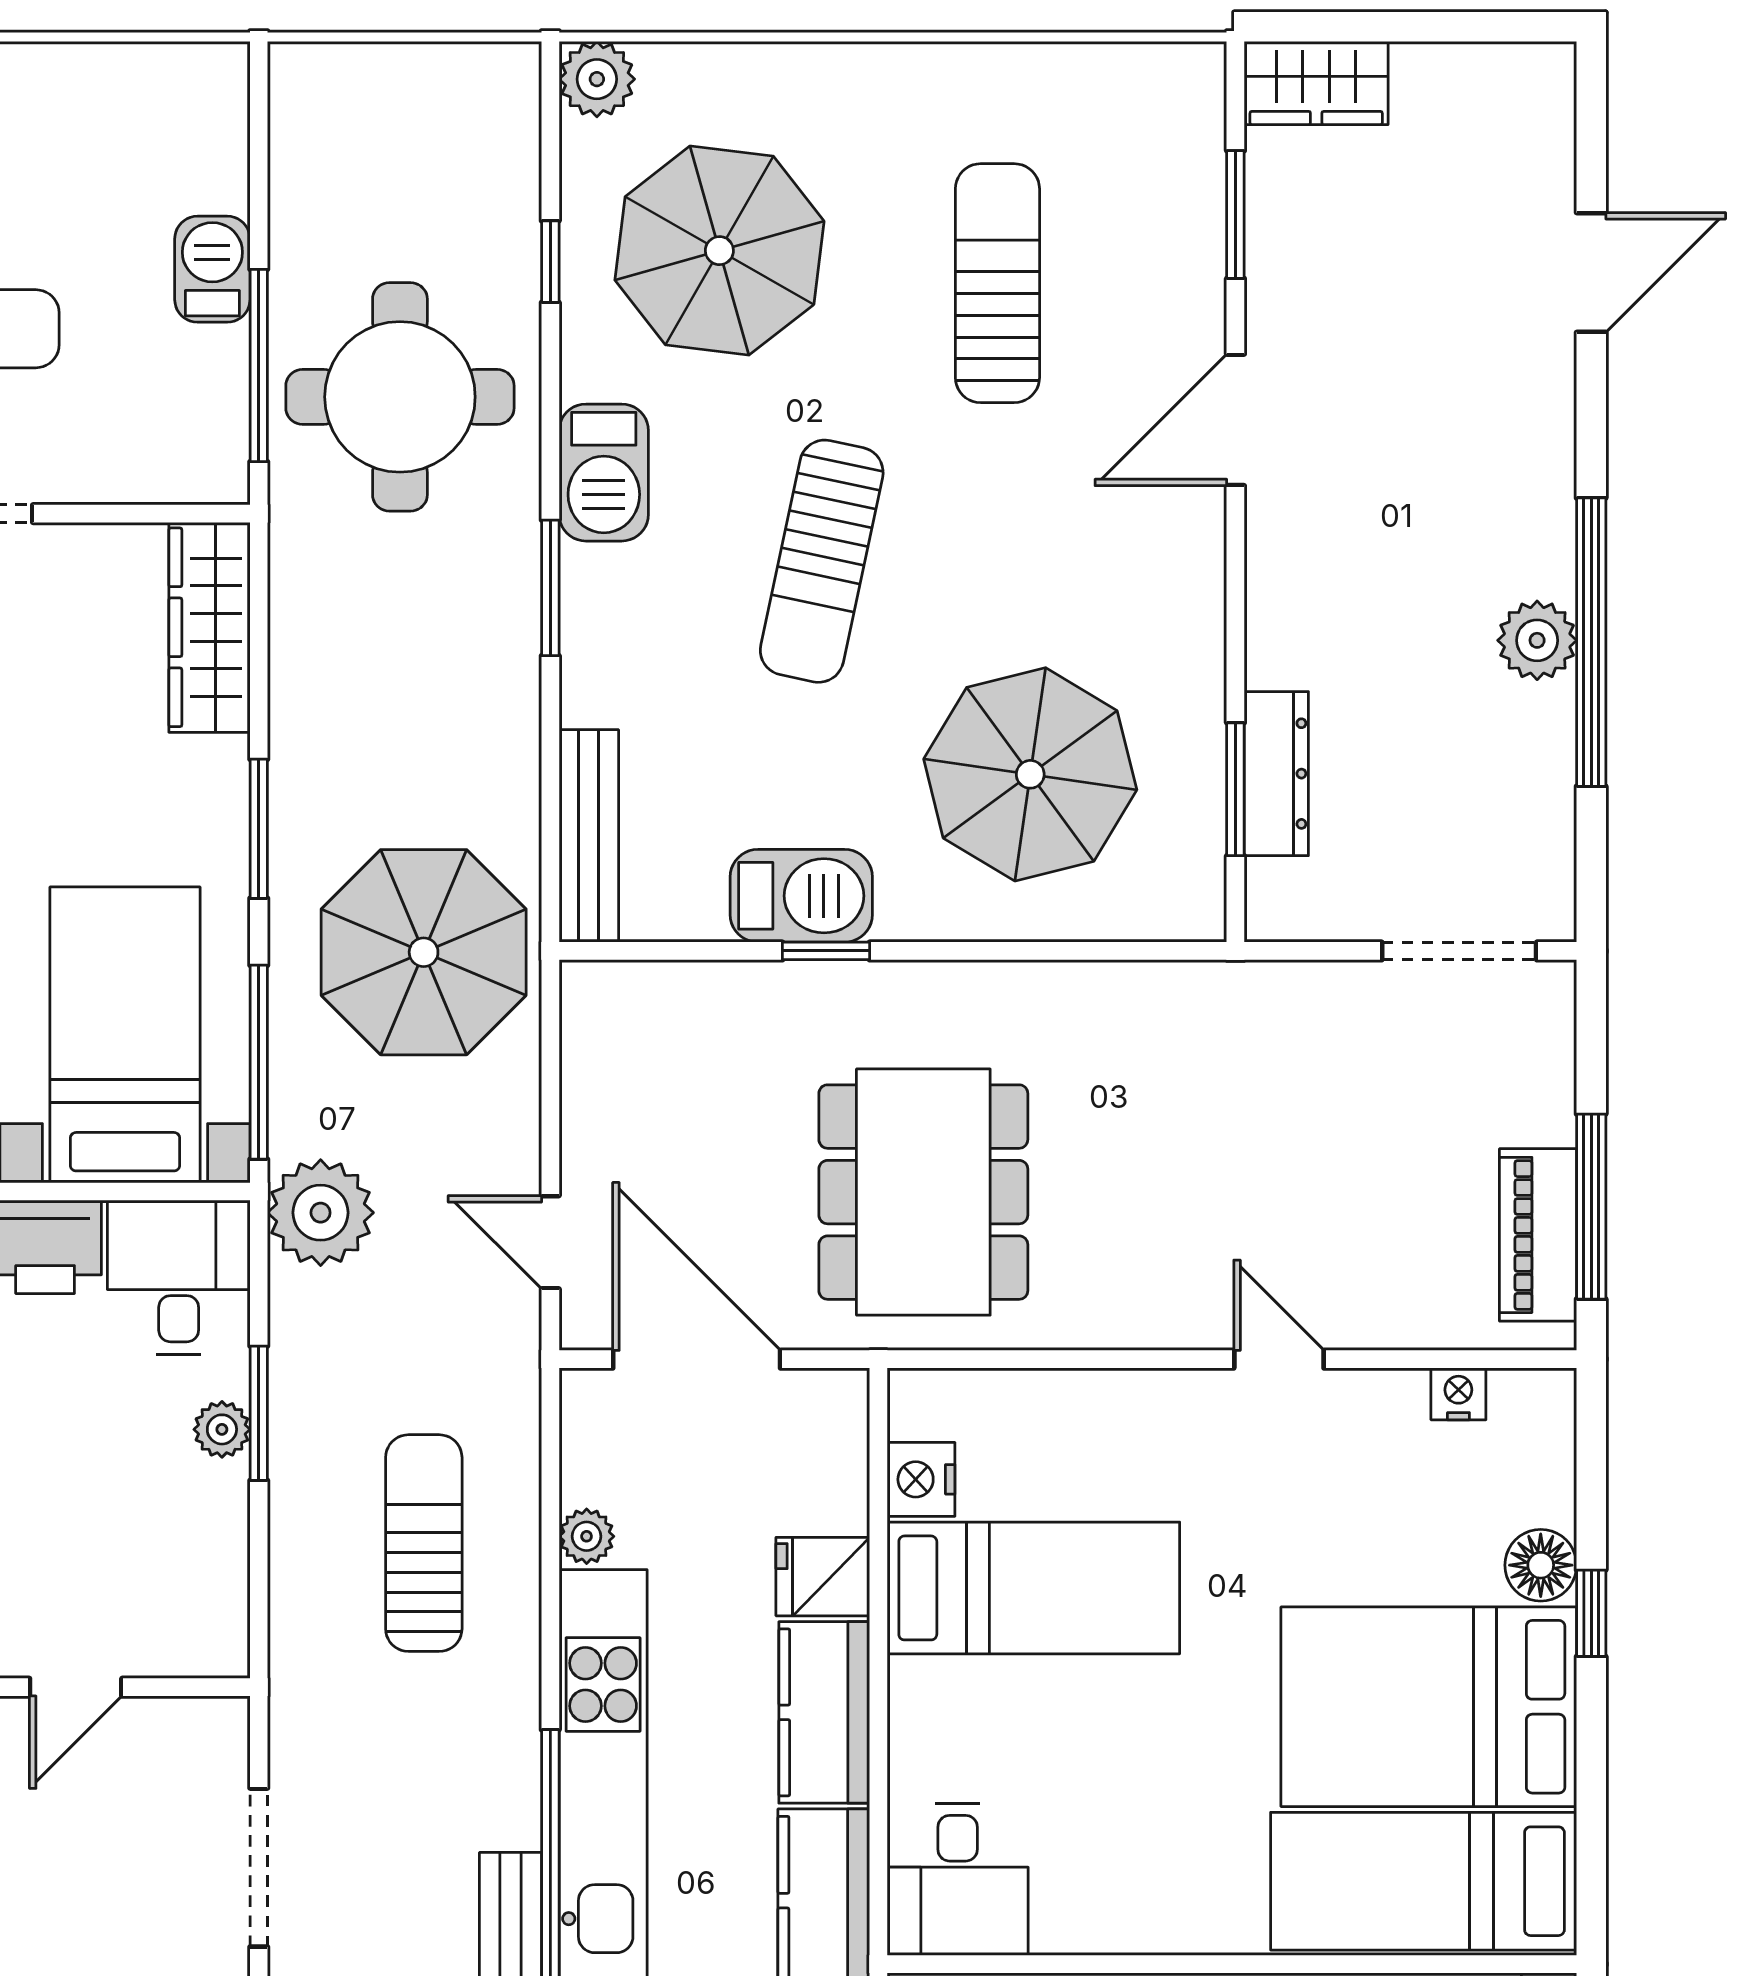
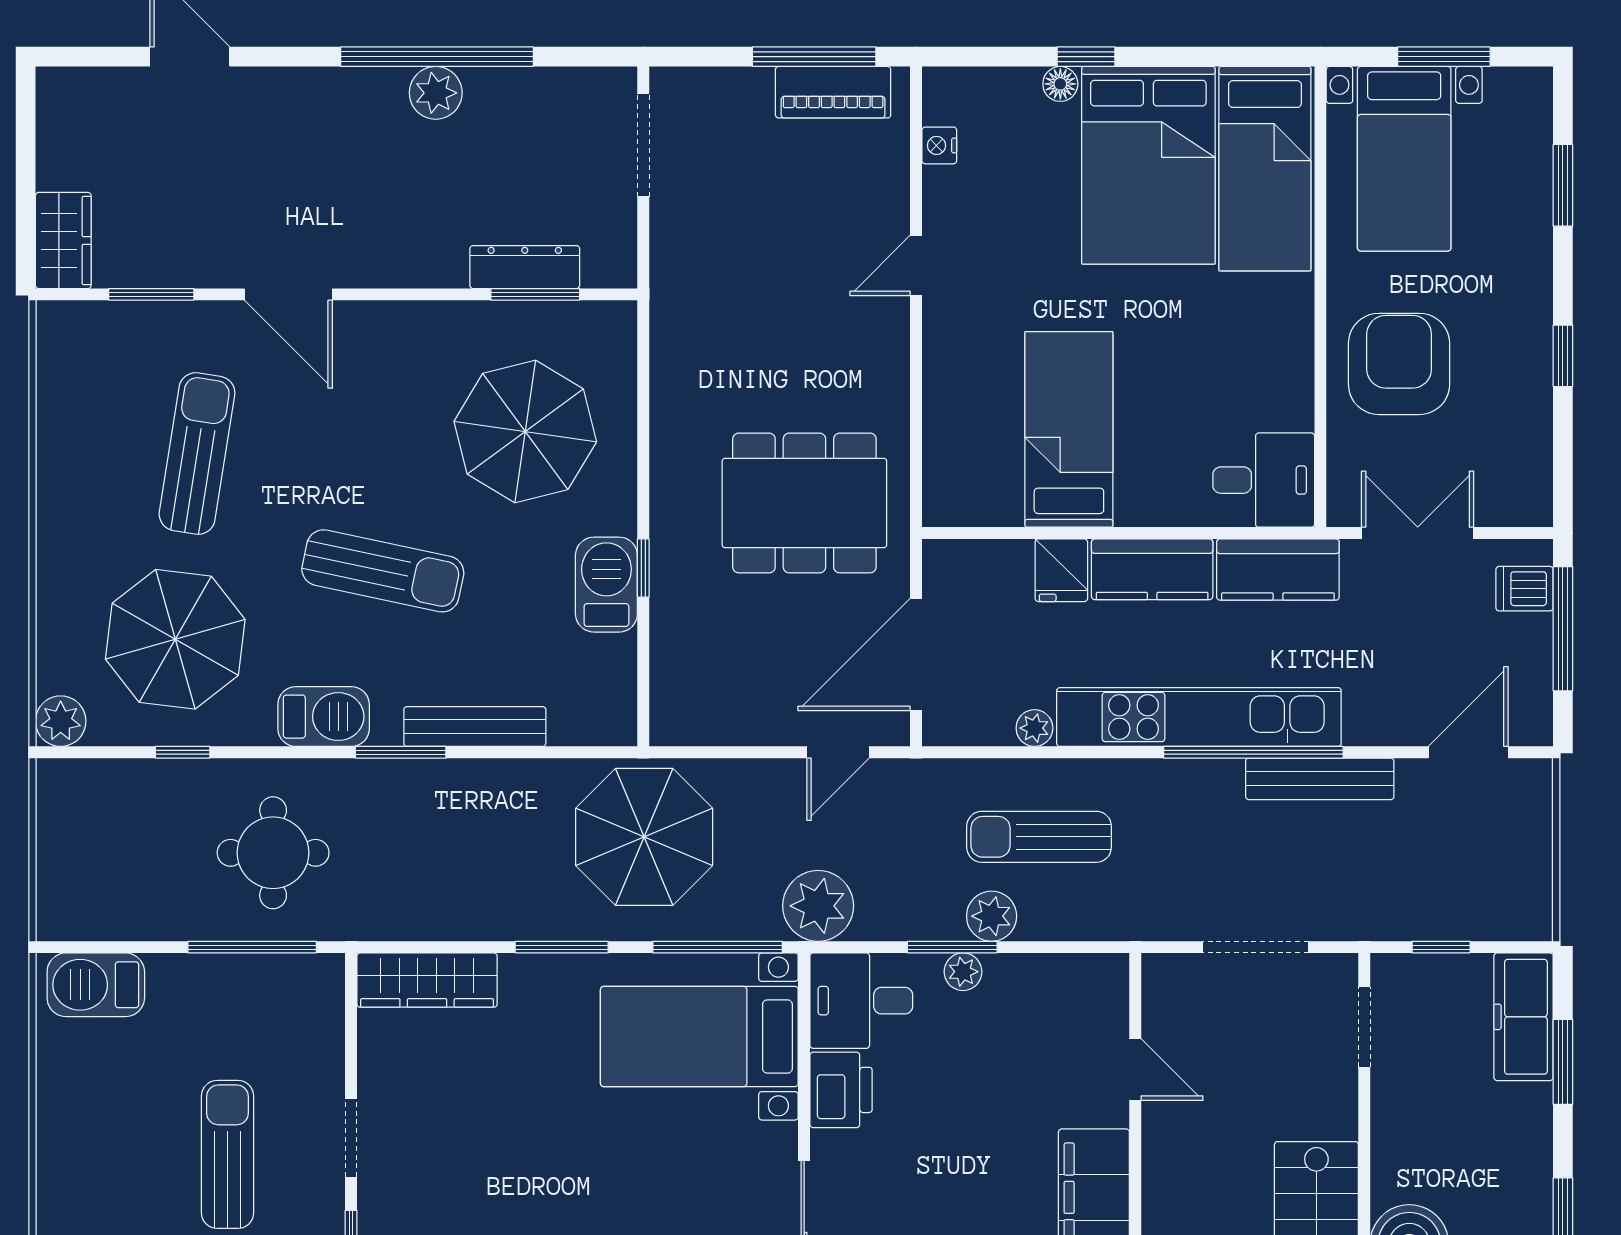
barbecue: (212, 269) -> (96, 985), moved, width x1.38, depth x1.27
sun lounger: (997, 283) -> (197, 453), turned 99
round table: (400, 397) -> (273, 853), width x0.73, depth x0.73
bench: (589, 836) -> (475, 727), moved
plant: (305, 1472) -> (992, 916), added
nightstand: (921, 1479) -> (996, 505), removed
floor lamp: (1541, 1565) -> (1060, 84), width x0.73, depth x0.73

